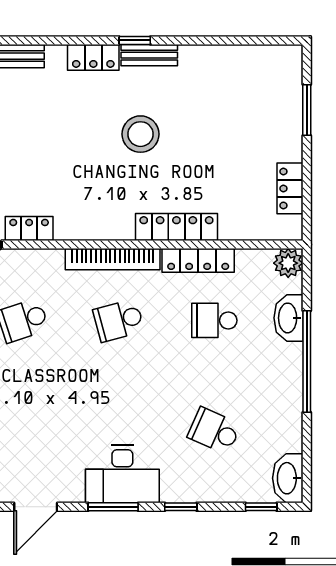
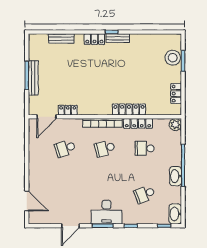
stool: (141, 134) -> (173, 58), moved
washbasin: (288, 318) -> (175, 176), moved
school desk: (214, 431) -> (145, 194), turned -45

